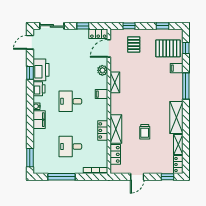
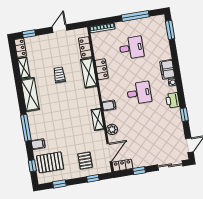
printer: (41, 70) -> (174, 120), removed

